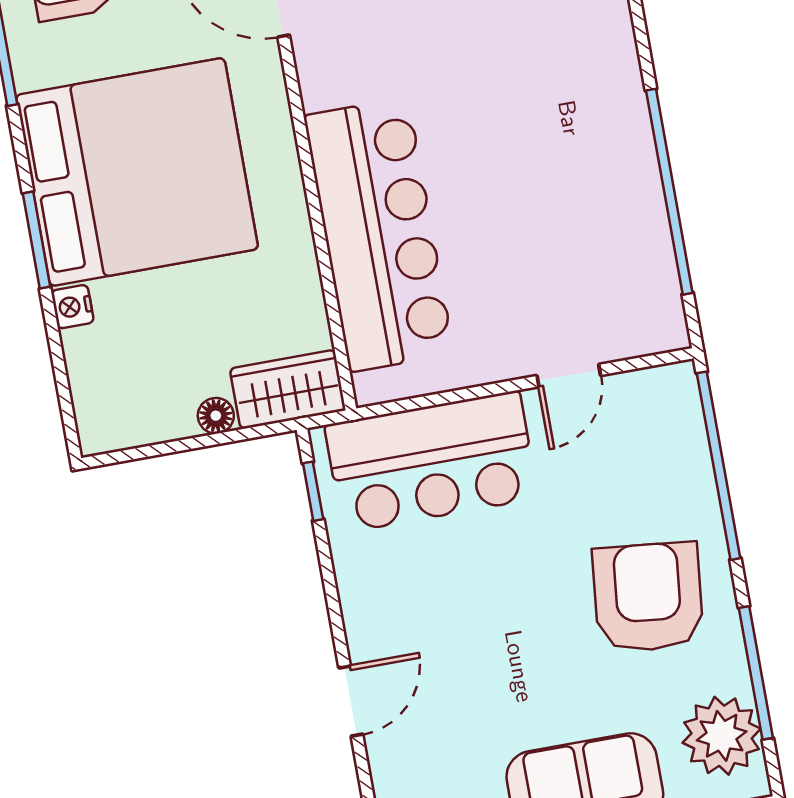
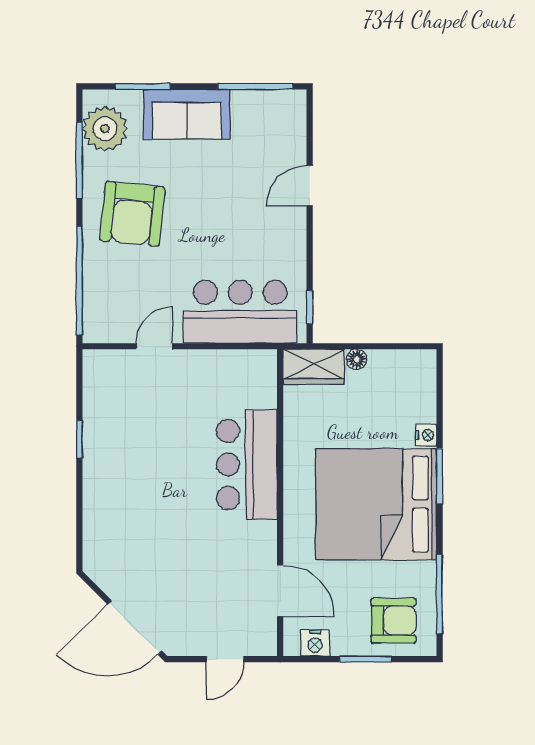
window: (669, 192) -> (79, 439), width x0.32
bar counter: (379, 235) -> (247, 464), width x0.73

